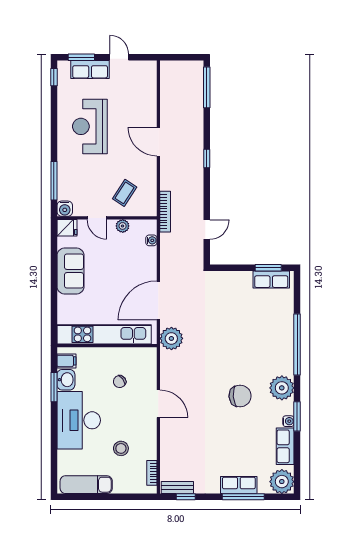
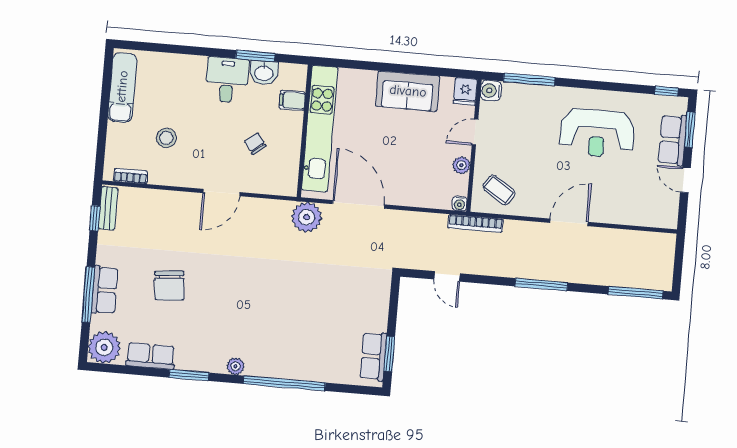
door: (119, 57) -> (685, 180), swing flipped
reception desk: (90, 126) -> (597, 133), turned 180
window: (207, 159) -> (541, 285), width x2.17
coffee table: (125, 193) -> (499, 190), moved
water cooler: (151, 240) -> (460, 204), moved
filing cabinet: (66, 361) -> (292, 100), moved, turned 90
plant: (282, 388) -> (235, 366), width x0.53, depth x0.53
chair: (240, 396) -> (169, 286), moved
desk: (79, 420) -> (227, 80), width x0.53, depth x0.77
water cooler: (288, 421) -> (184, 363), removed

